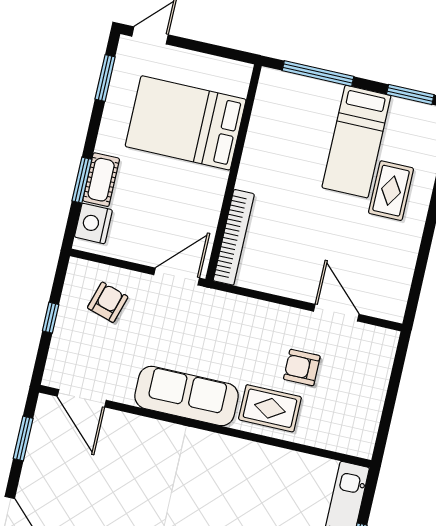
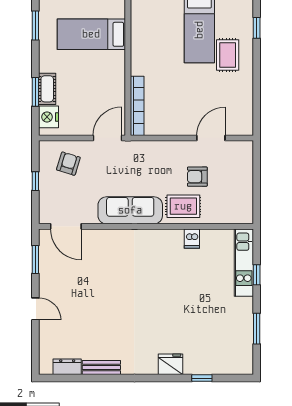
bed: (186, 123) -> (91, 34), width x0.67
door: (336, 313) -> (211, 138), hinge flipped
dishwasher: (272, 461) -> (192, 239), added

